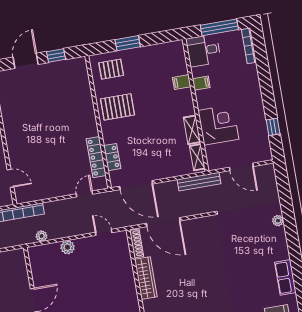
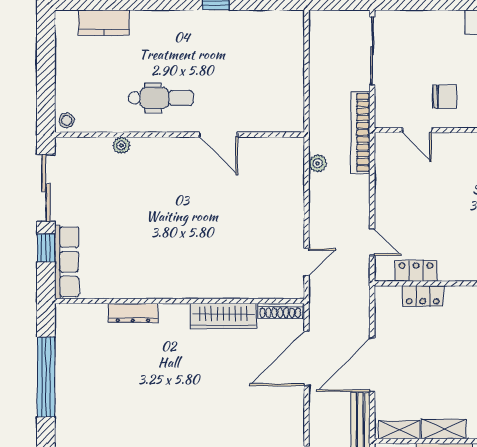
locker: (96, 157) -> (416, 271), width x0.66
door: (10, 178) -> (417, 130), hinge flipped
door: (136, 185) -> (372, 365), moved
plant: (68, 247) -> (293, 201), removed

